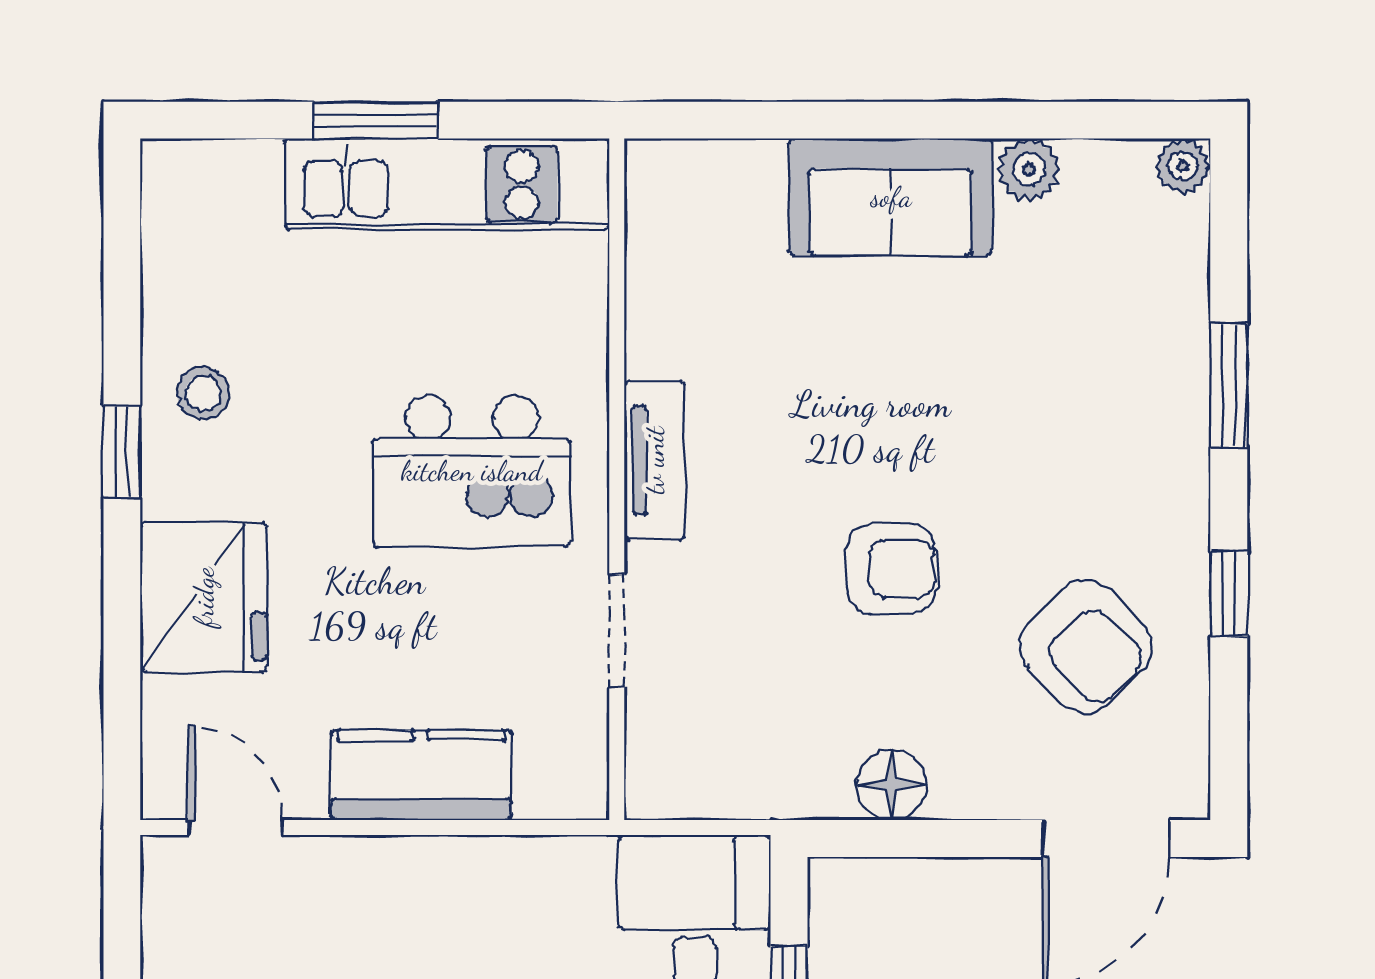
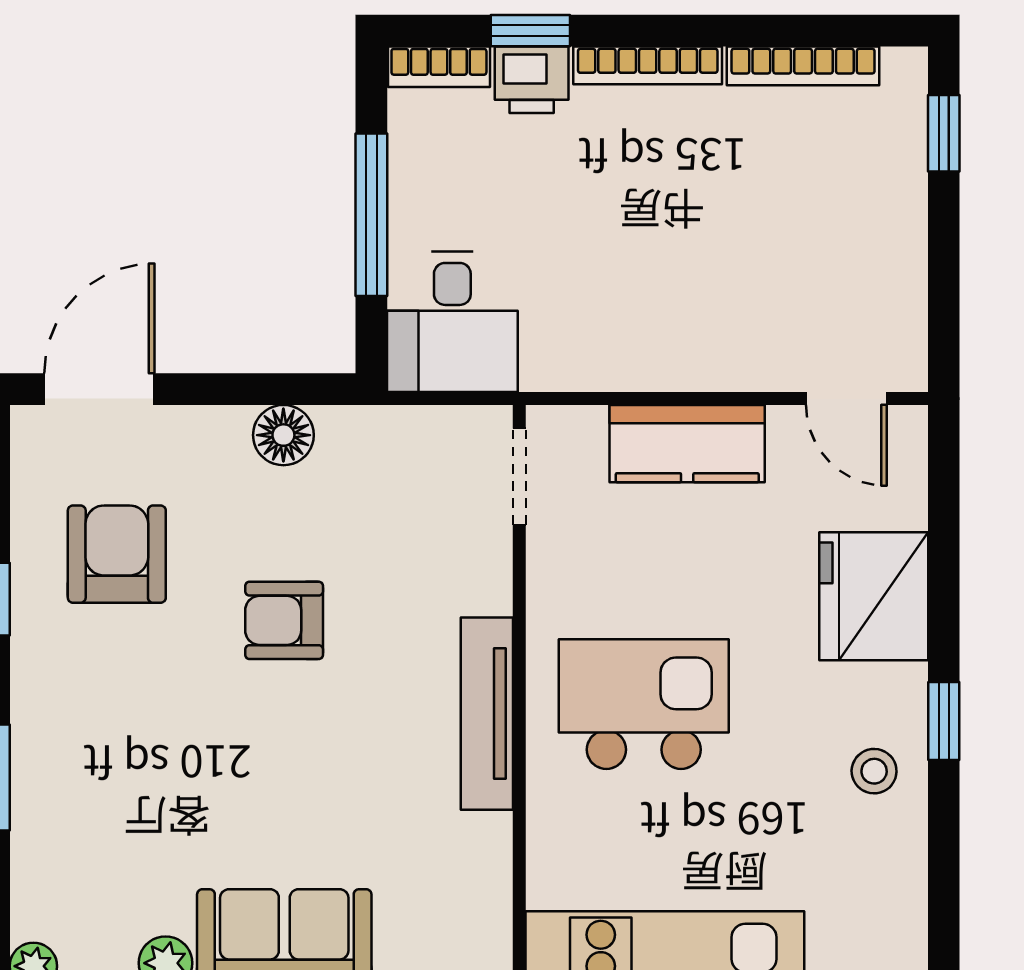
tv unit: (654, 460) -> (487, 714), width x1.41
doorway: (617, 631) -> (519, 477), moved
armchair: (1086, 646) -> (117, 554), turned 44

